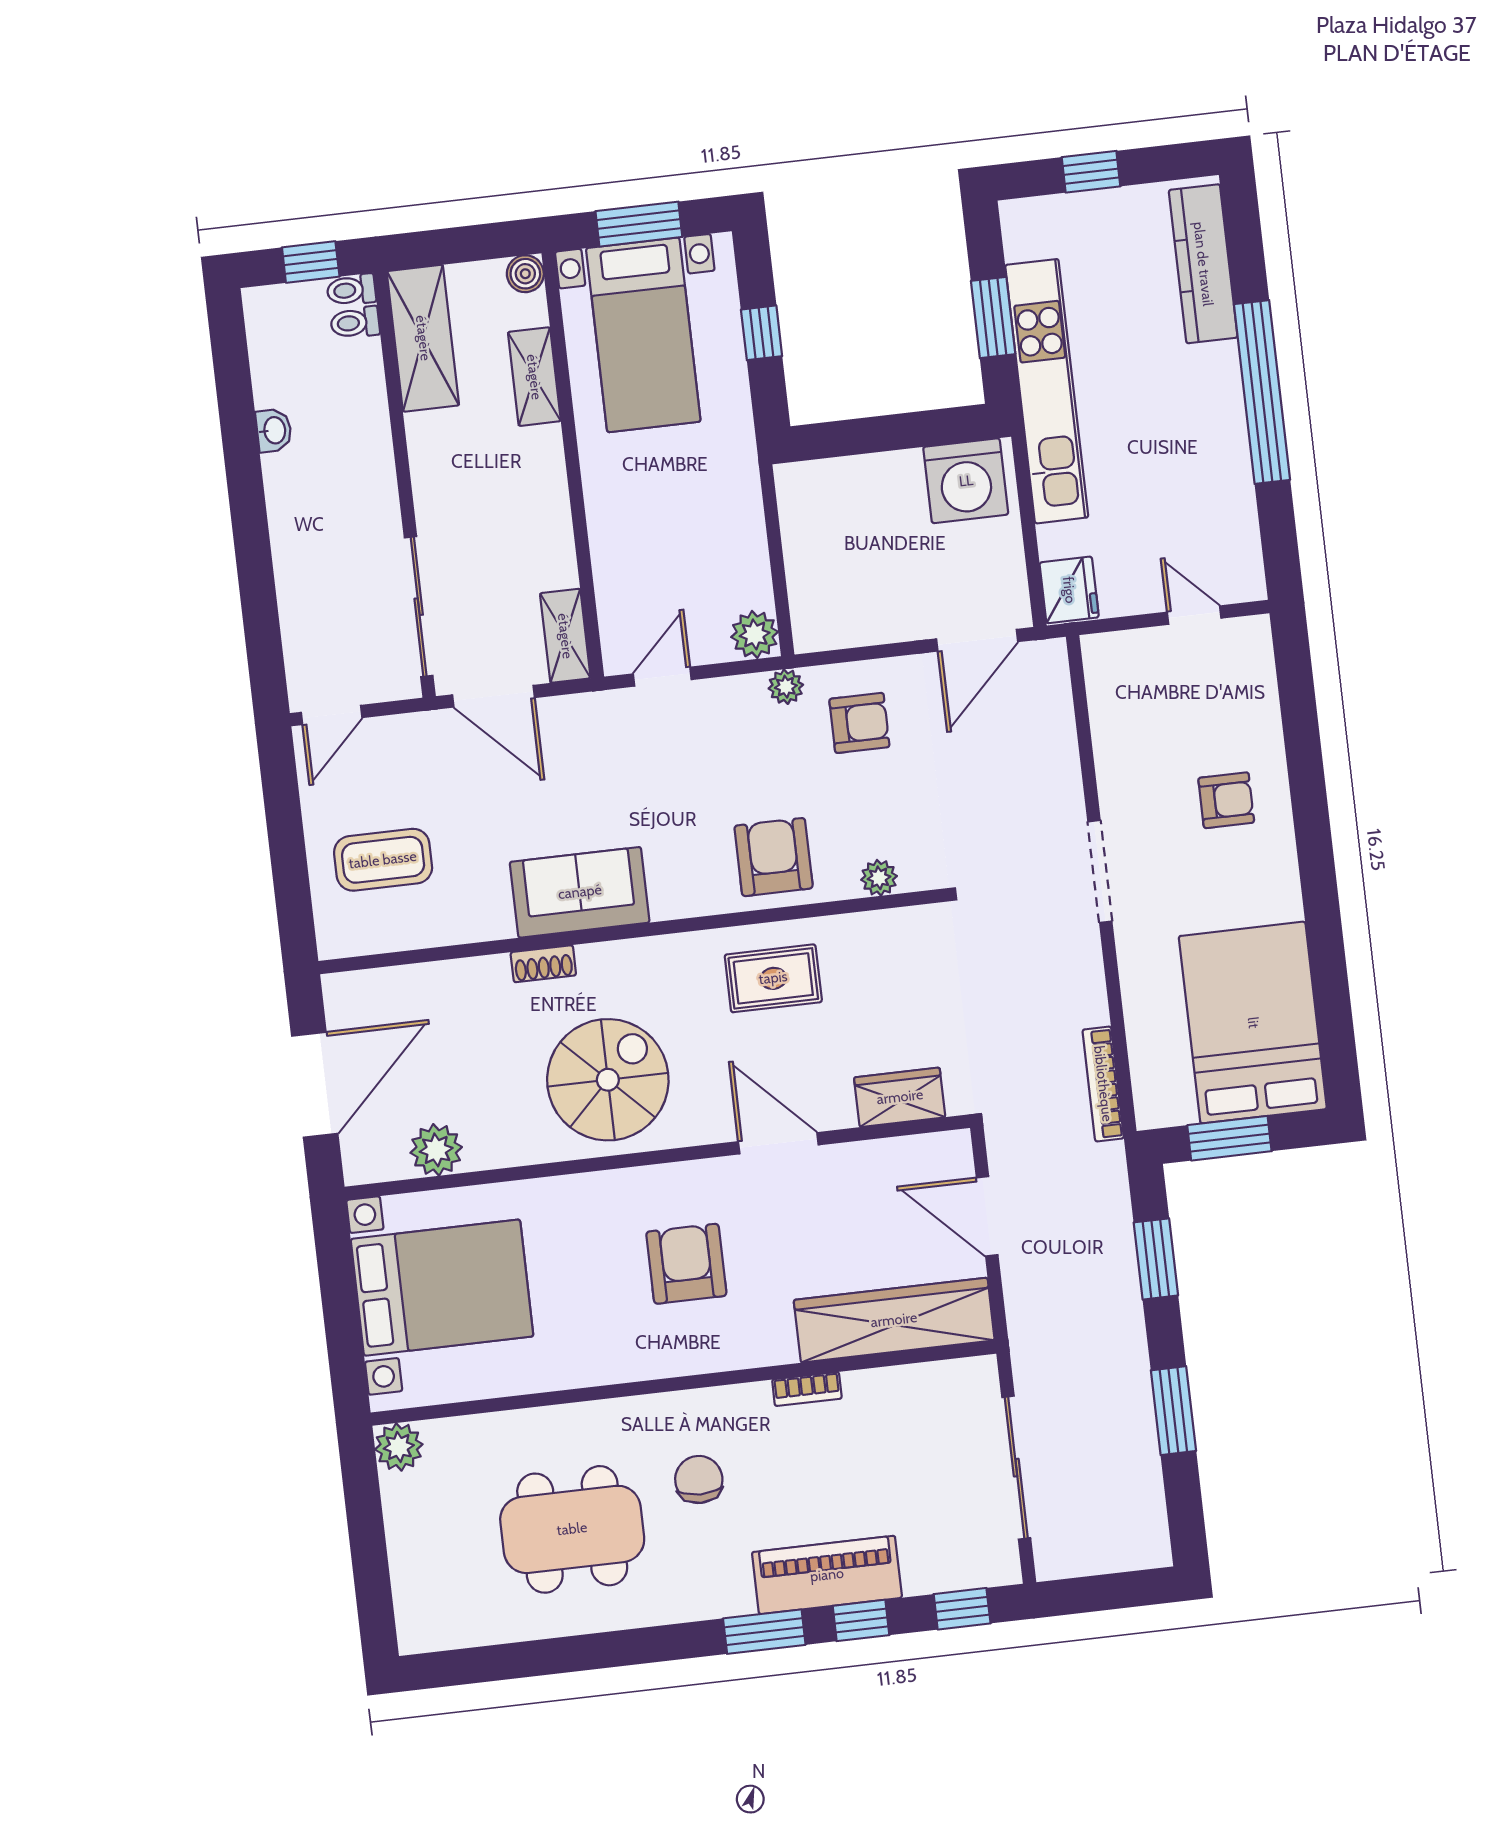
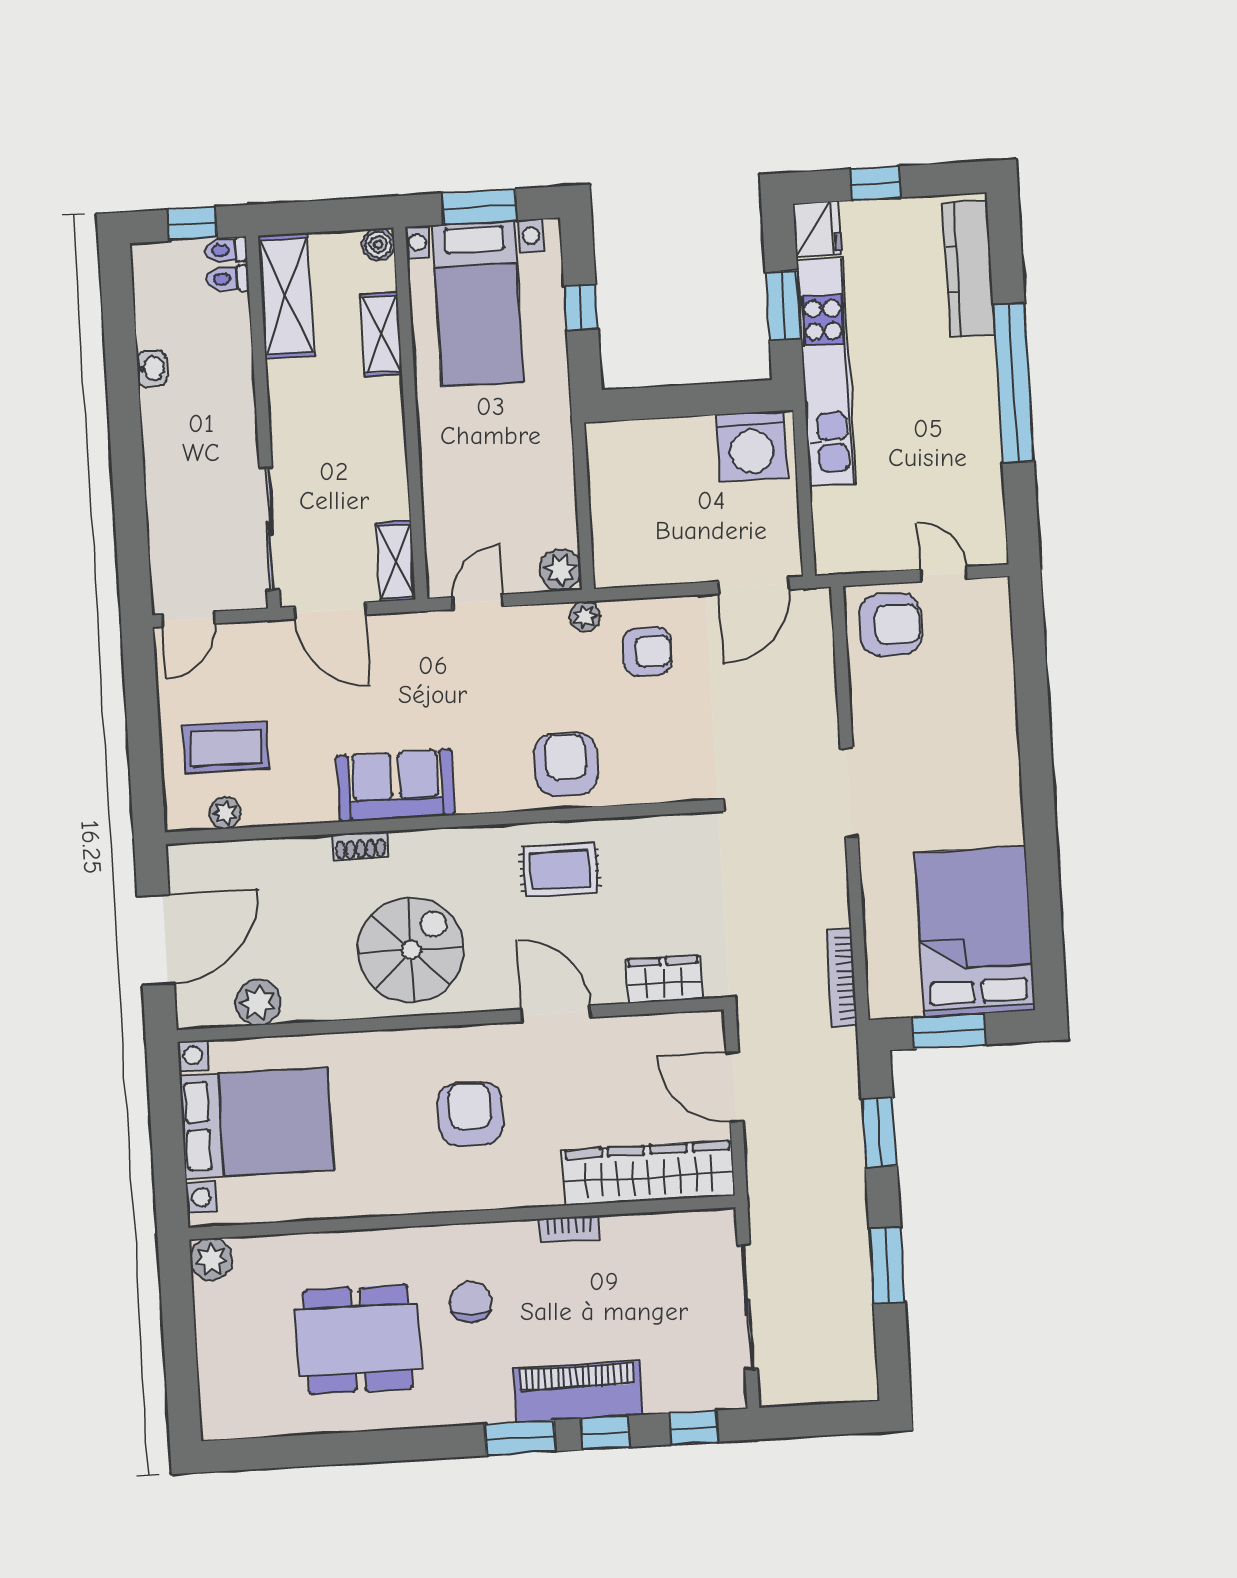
fridge: (1069, 590) -> (817, 229), moved
armchair: (1226, 800) -> (890, 625), moved, width x1.38, depth x1.38
plant: (879, 878) -> (225, 813), moved

